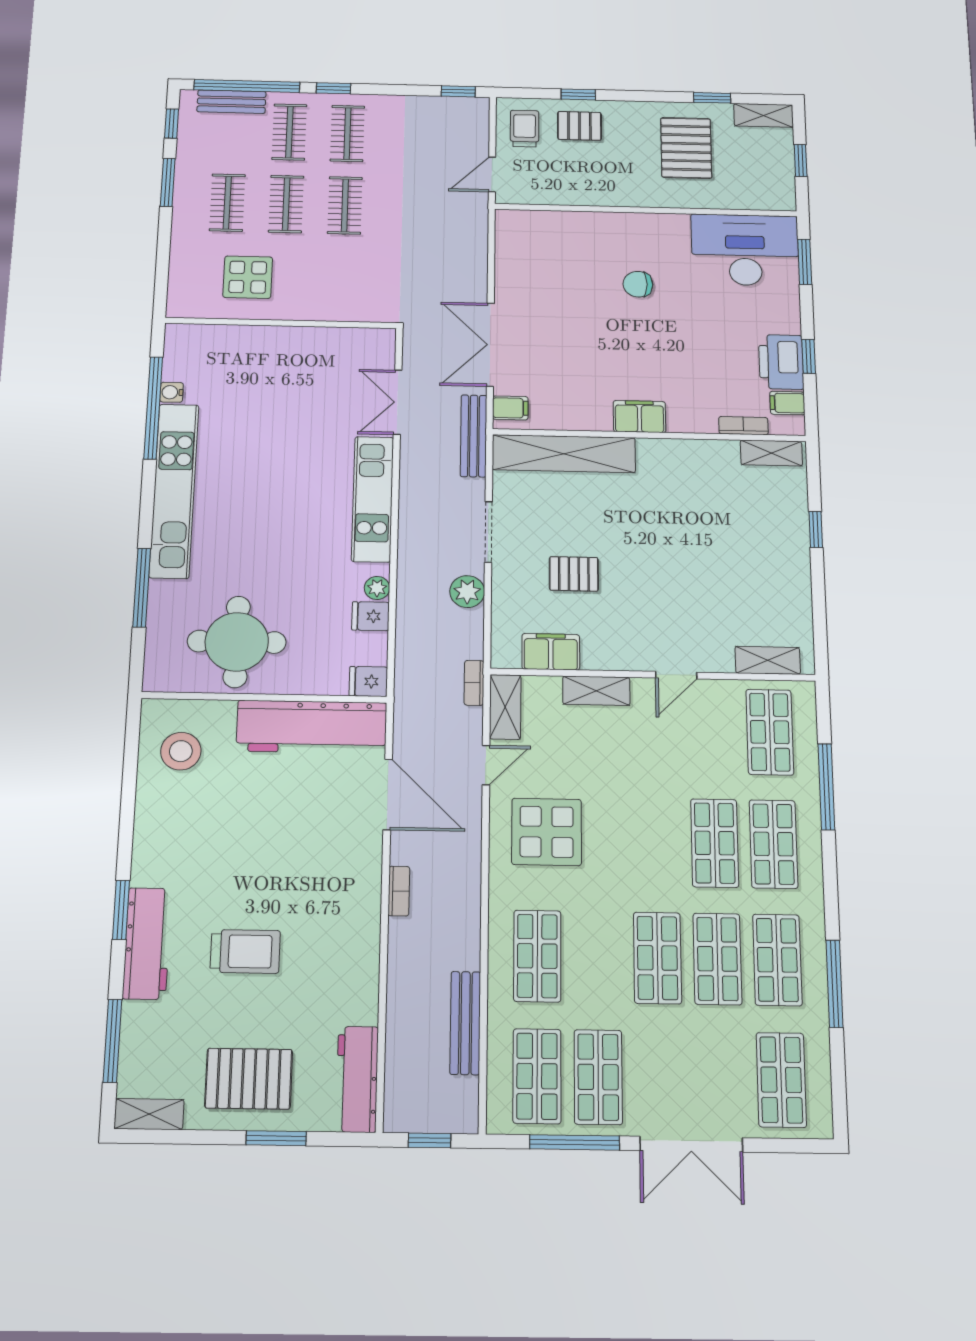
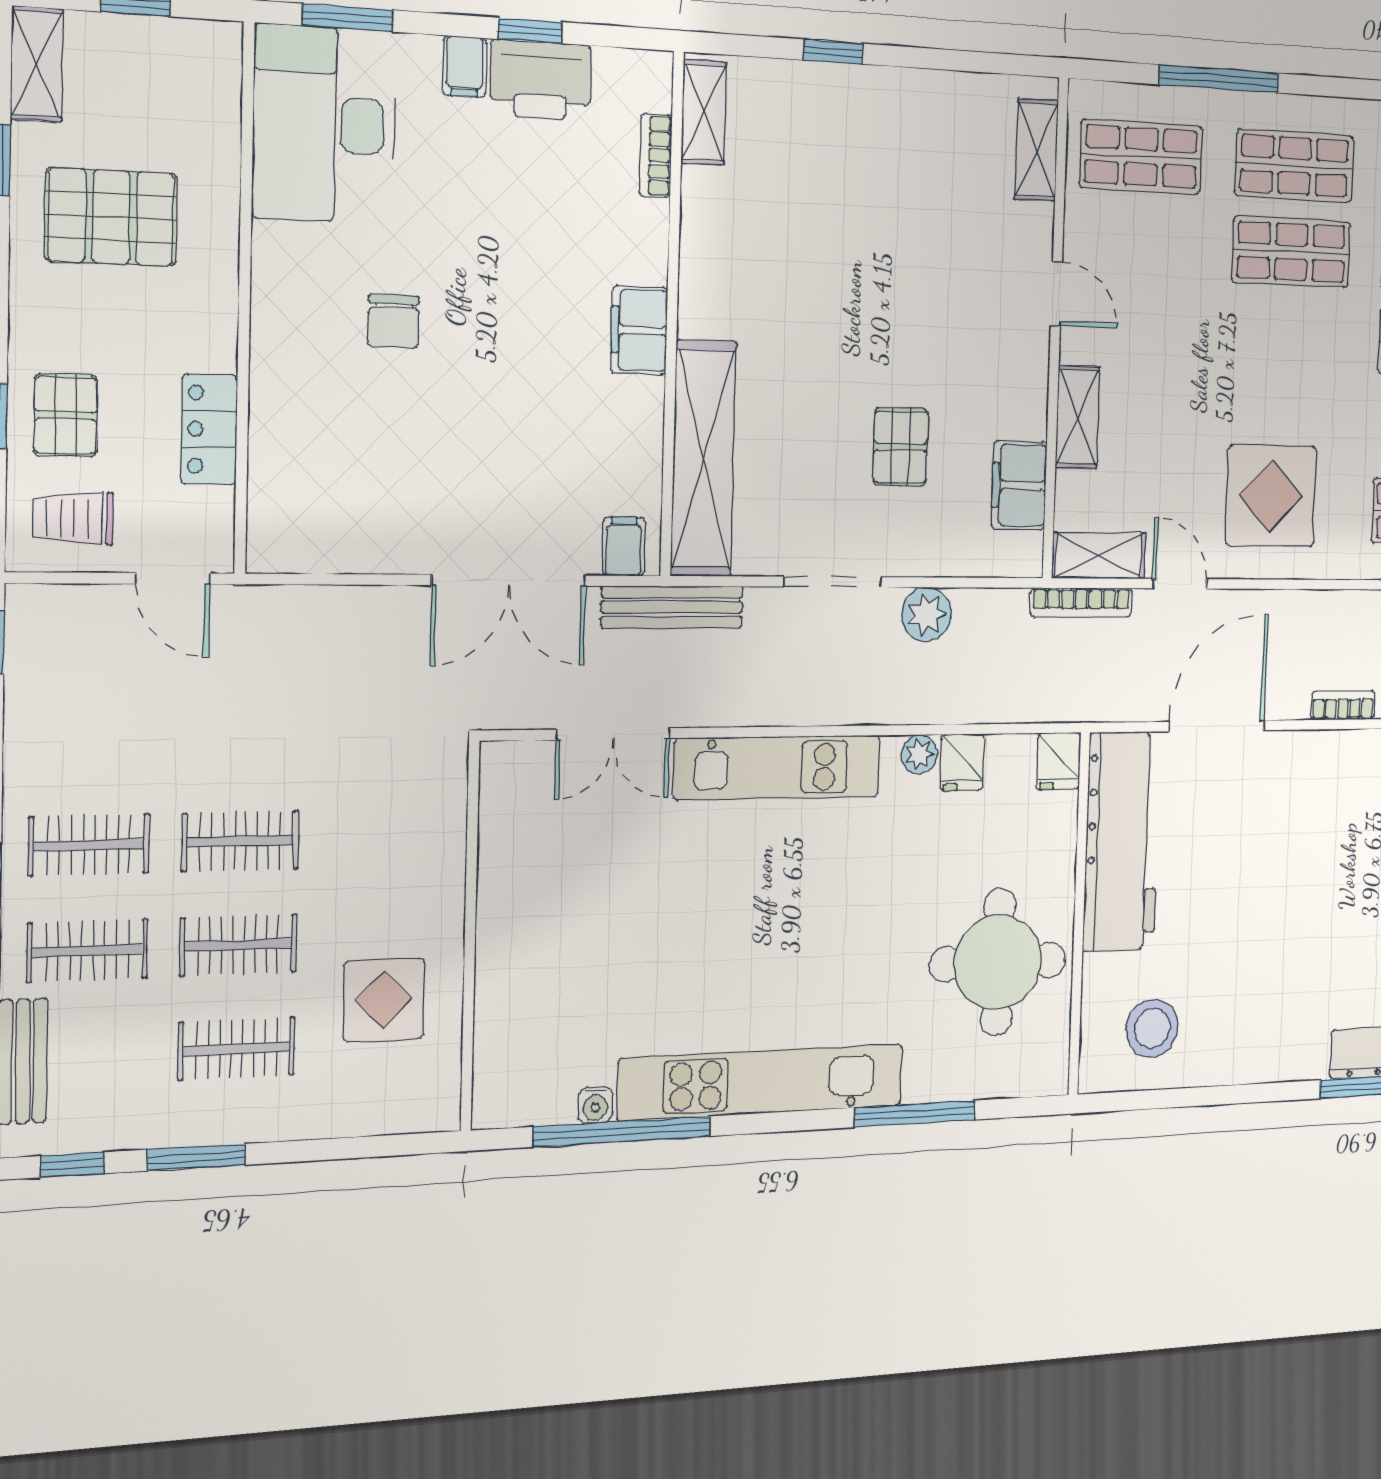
locker: (574, 193) -> (209, 429), added
filing cabinet: (787, 403) -> (465, 67), moved
bookcase: (474, 683) -> (1081, 602), width x1.56

